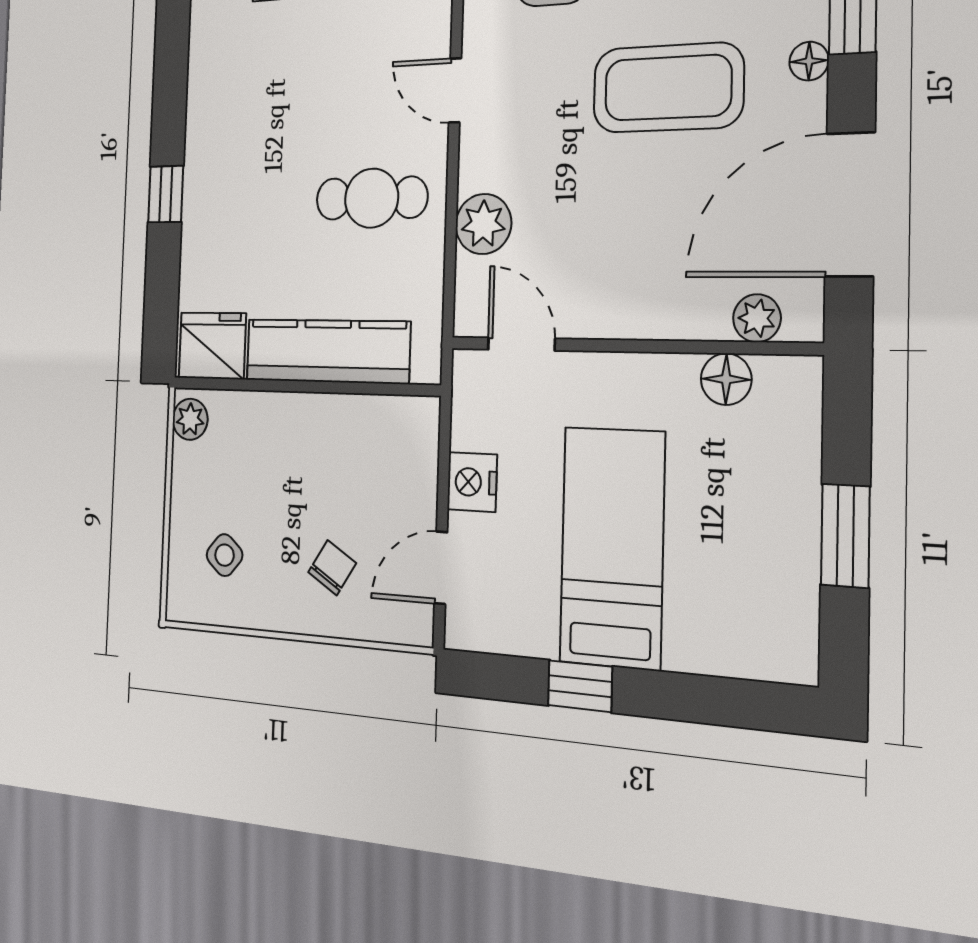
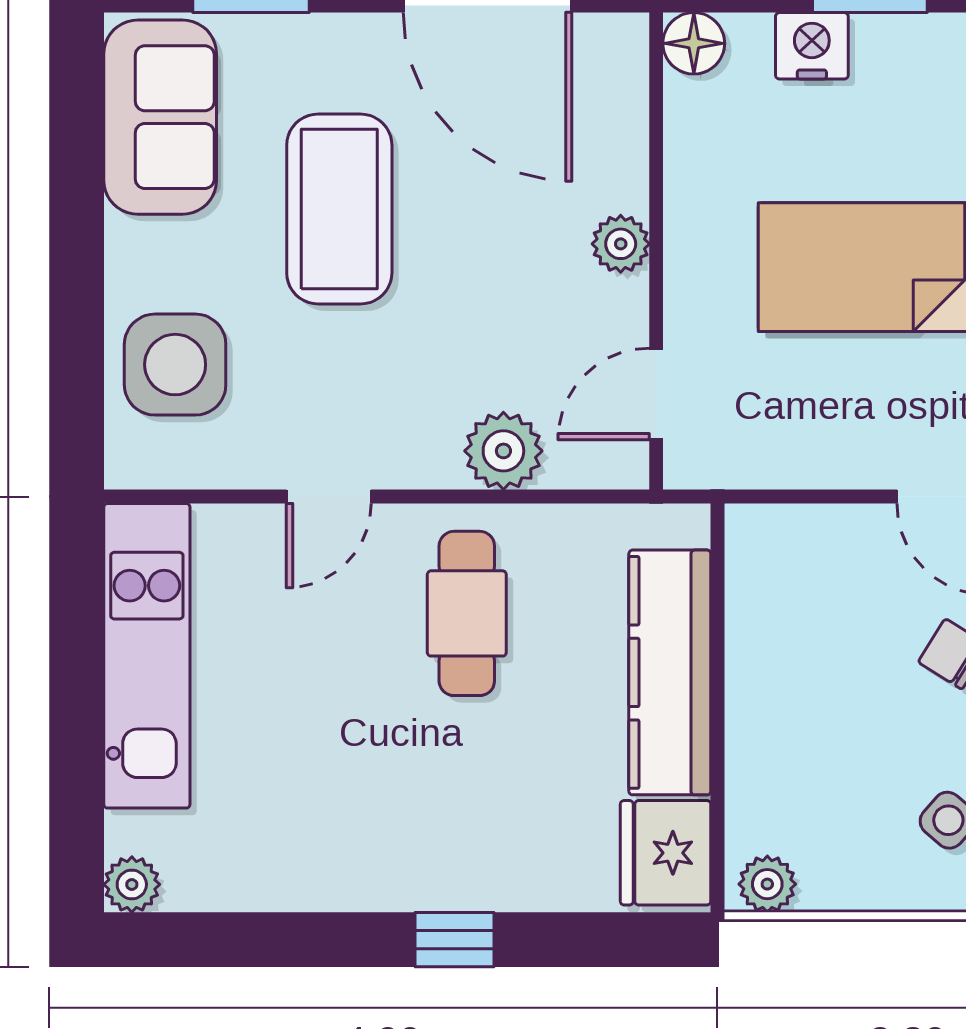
floor lamp: (809, 61) -> (316, 36), removed
plant: (757, 318) -> (621, 244), moved
floor lamp: (726, 379) -> (694, 43), moved
nightstand: (472, 482) -> (812, 46), moved, turned 180

